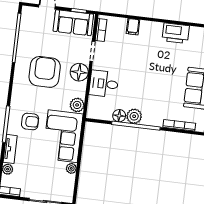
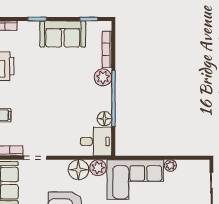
floor lamp: (79, 72) -> (78, 170), moved
desk: (104, 84) -> (96, 142), moved, turned -90
plant: (134, 116) -> (103, 77), moved

